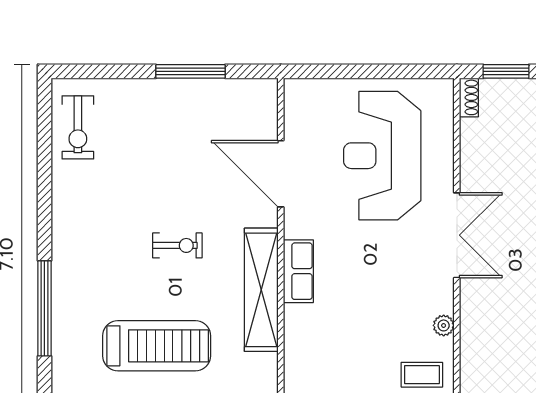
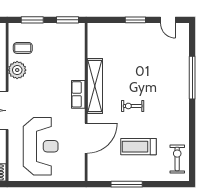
door: (281, 174) -> (86, 138), hinge flipped
plant: (444, 325) -> (17, 70), width x1.88, depth x1.88
treadmill: (157, 346) -> (139, 147), moved, width x0.73, depth x0.73

